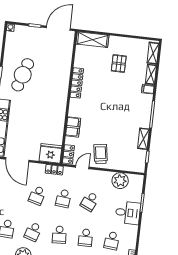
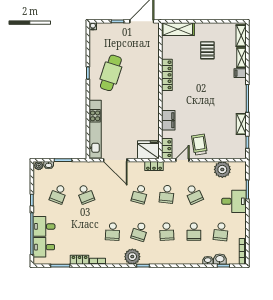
school desk: (90, 201) -> (194, 194), turned -48

